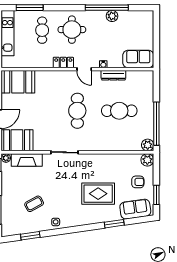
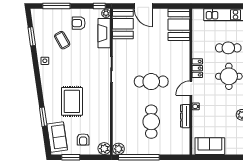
sofa: (138, 59) -> (210, 146), moved, turned -90
armchair: (16, 187) -> (79, 23), added

